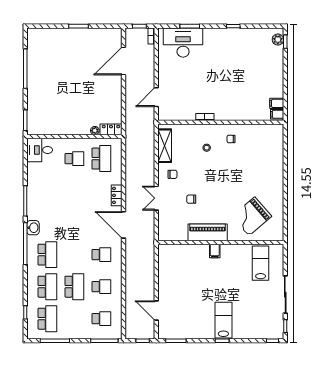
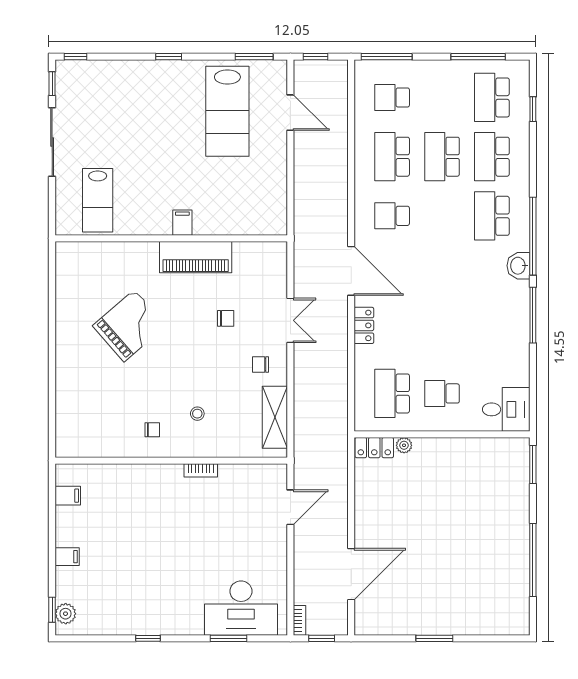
filing cabinet: (277, 114) -> (67, 557), moved
grand piano: (252, 216) -> (129, 326), moved
school desk: (101, 287) -> (392, 157), width x1.85
lab bench: (223, 320) -> (227, 111), moved, width x1.36, depth x1.39

